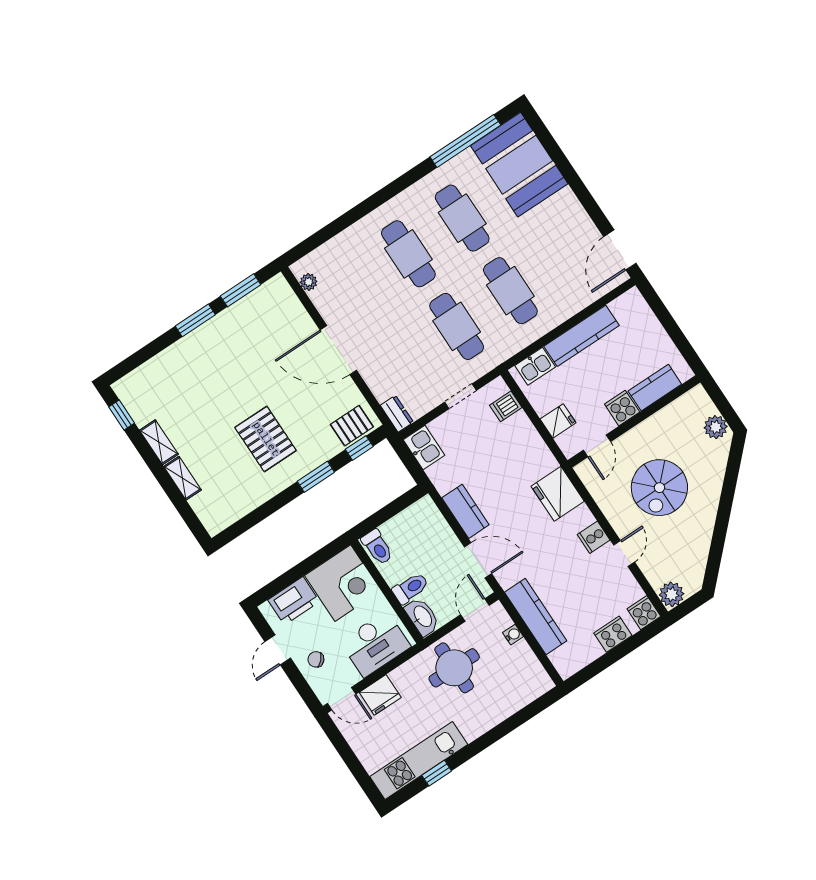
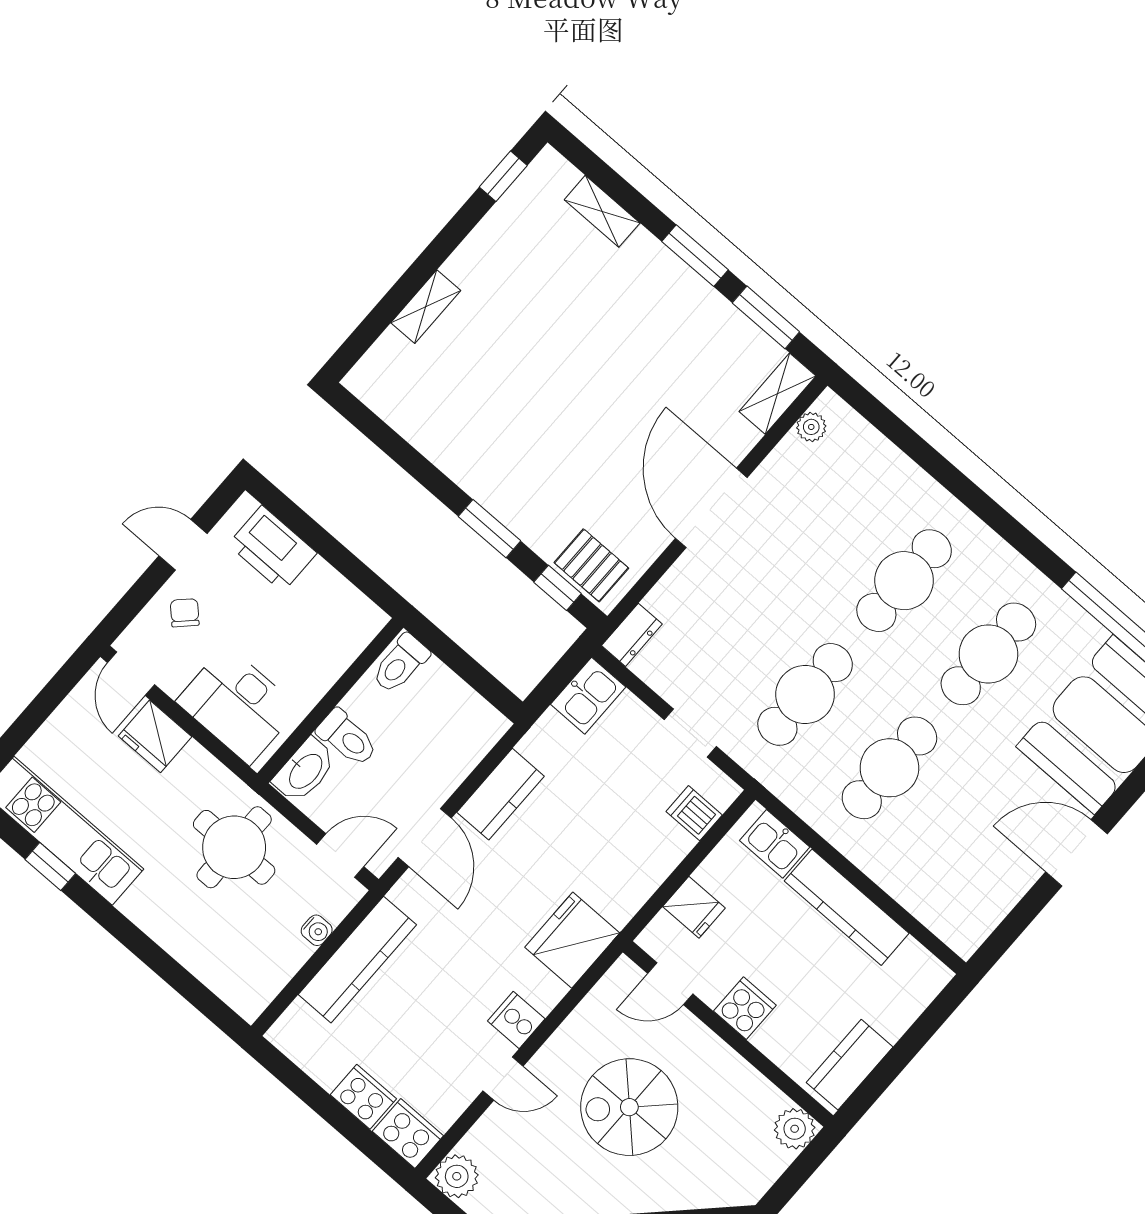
door: (620, 250) -> (1076, 853), moved
shelving: (285, 296) -> (777, 394), added
kitchen counter: (655, 388) -> (850, 1065), moved, turned -90
plant: (716, 427) -> (795, 1129), moved
pallet: (266, 439) -> (529, 427), removed
shelving: (159, 442) -> (602, 211), moved, turned 90
corner desk: (343, 583) -> (324, 623), removed
cooker: (644, 613) -> (408, 1133), width x1.36

